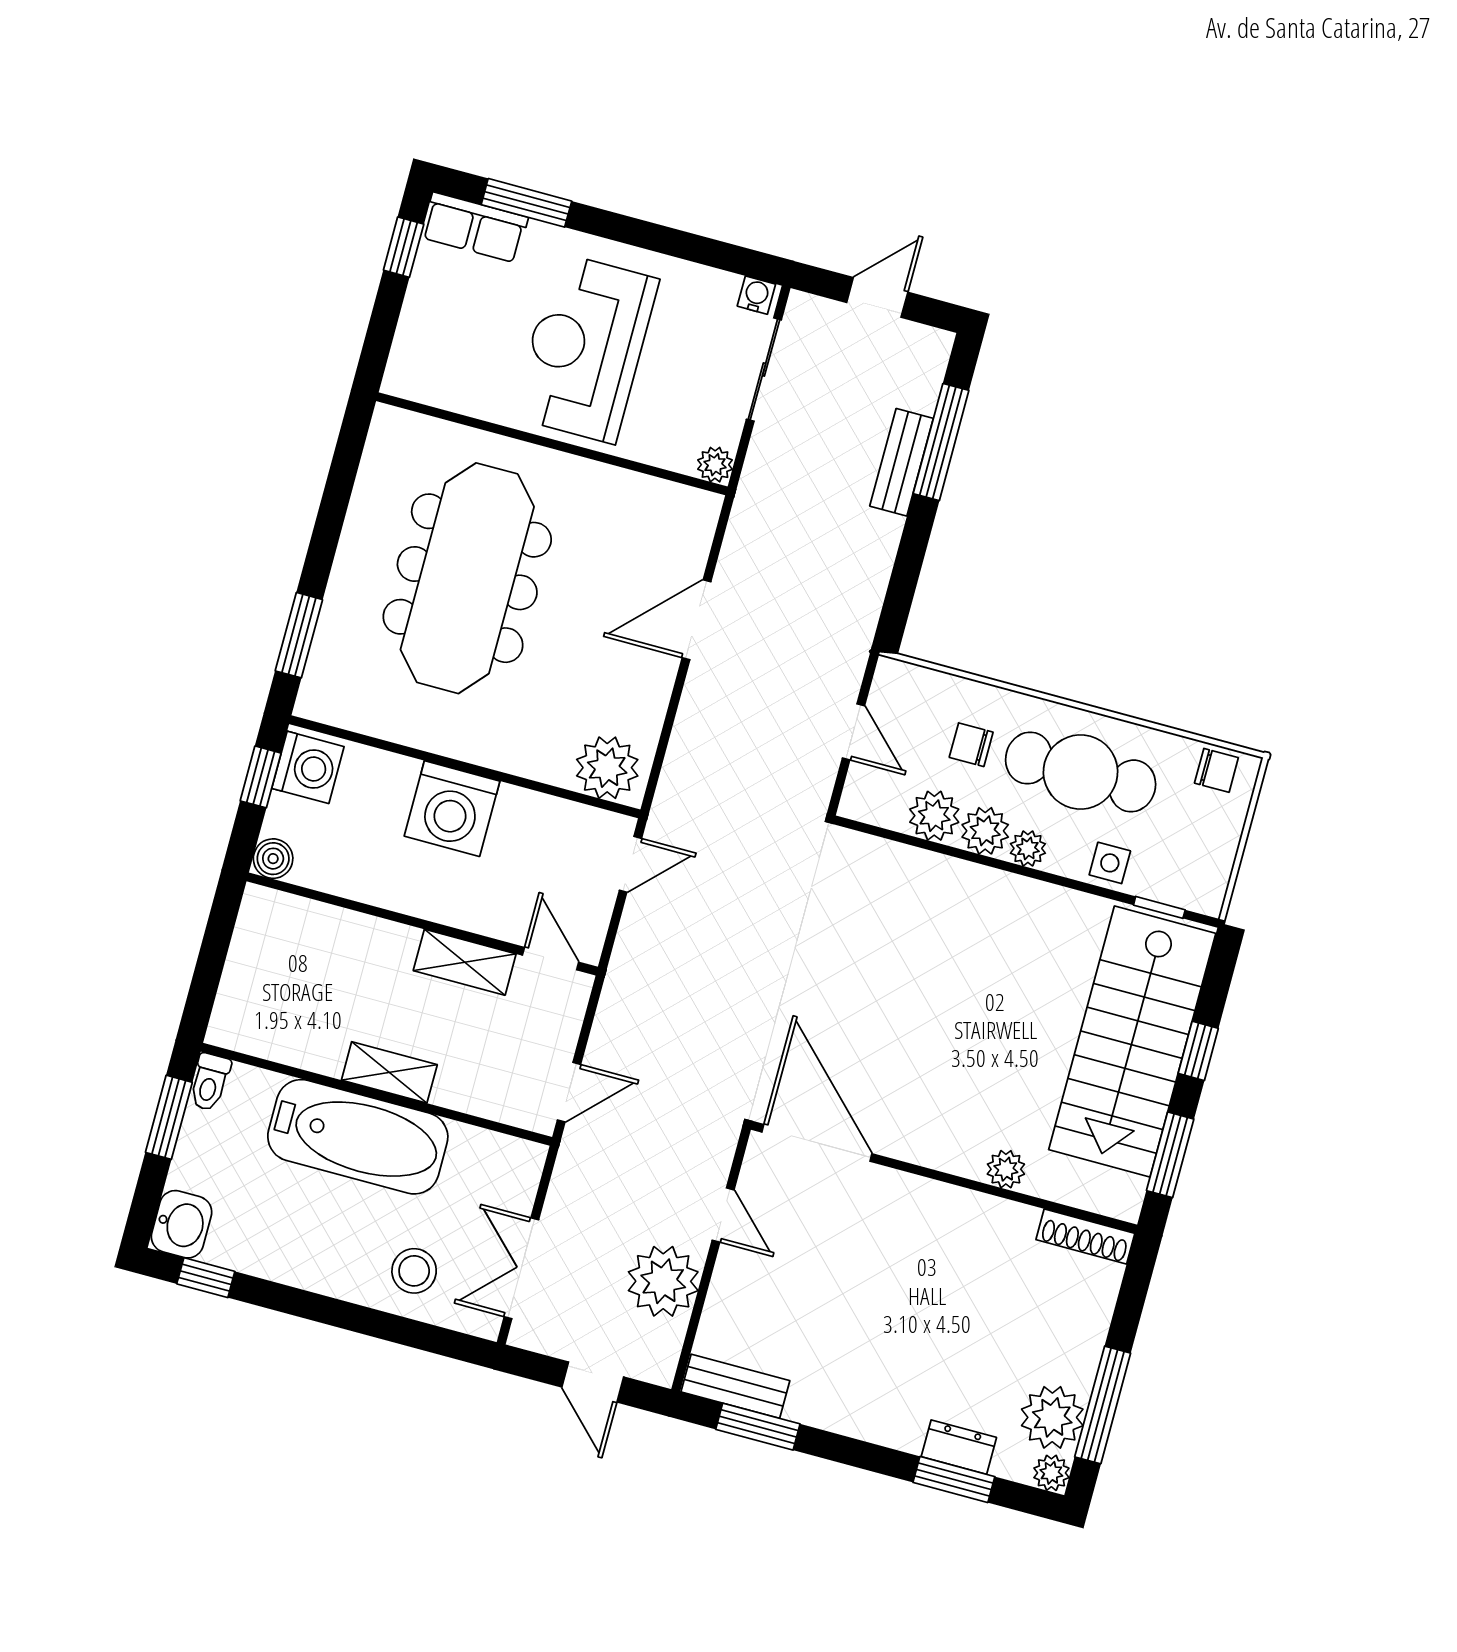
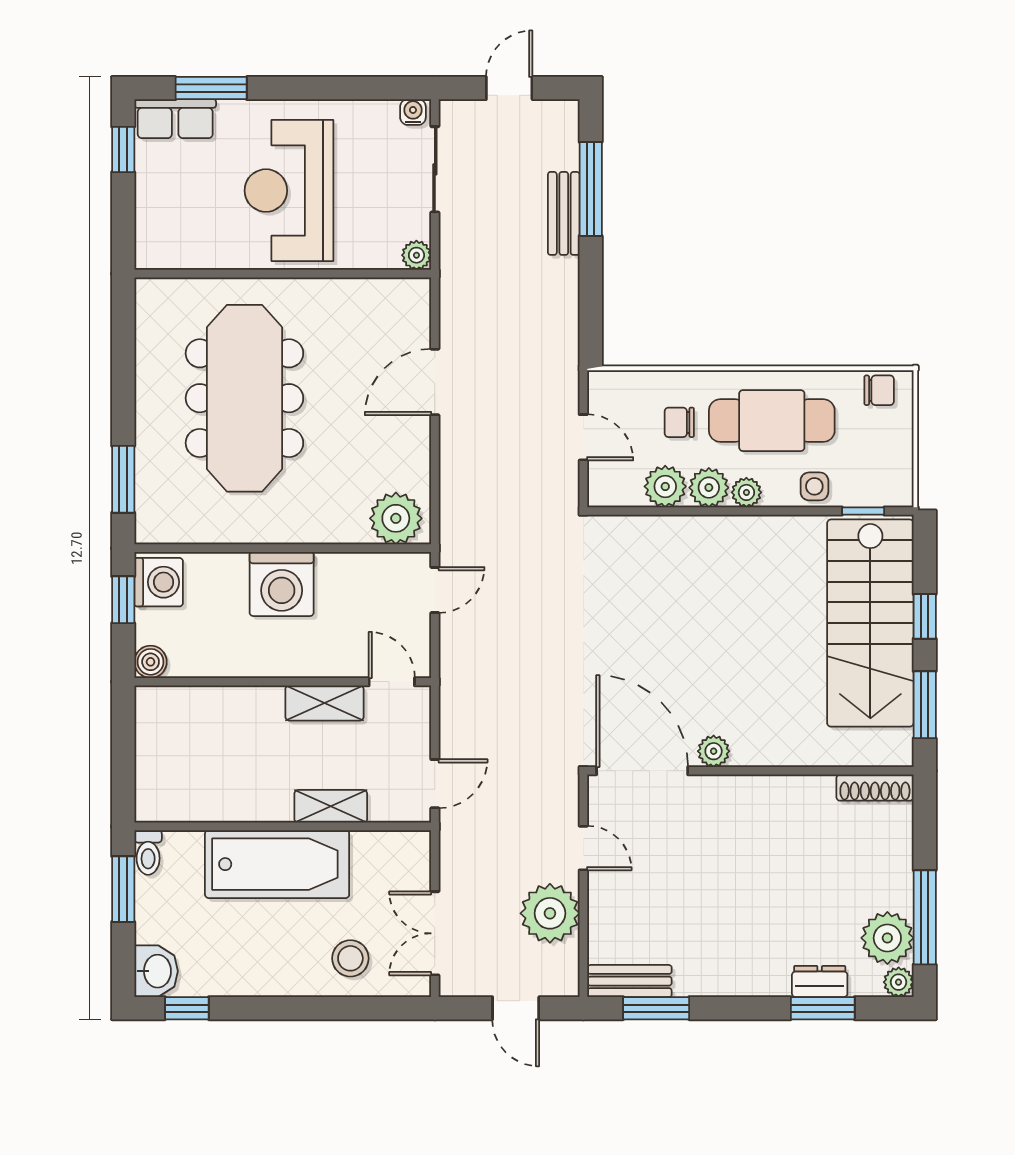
shelving: (389, 1072) -> (331, 806), moved
plant: (1006, 1169) -> (714, 751), moved

